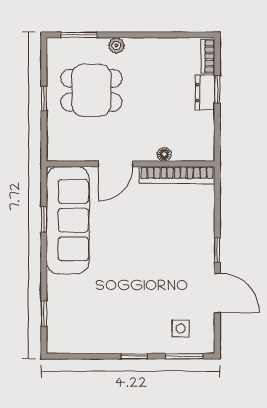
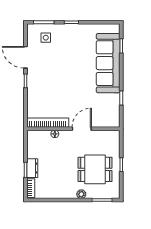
sofa: (68, 220) -> (108, 63), moved

